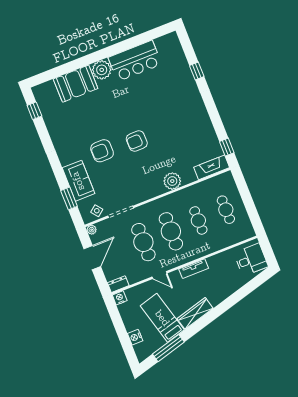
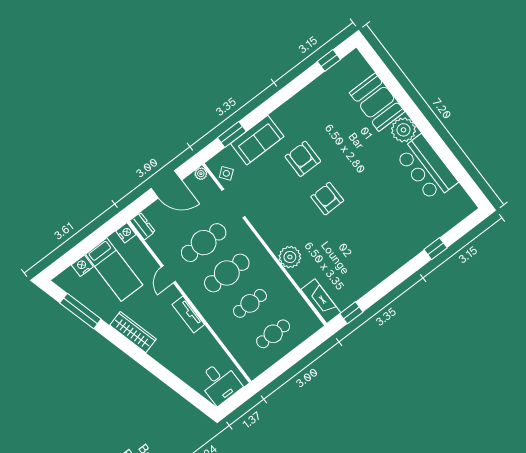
bed: (162, 318) -> (114, 270), moved, turned 105

